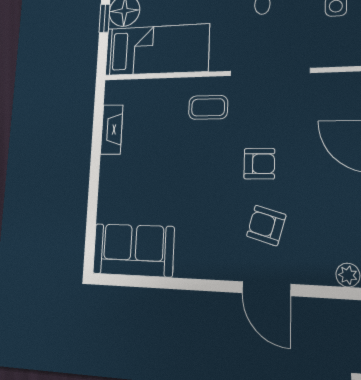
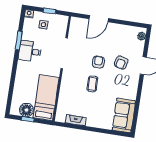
coffee table: (208, 107) -> (92, 84), moved

